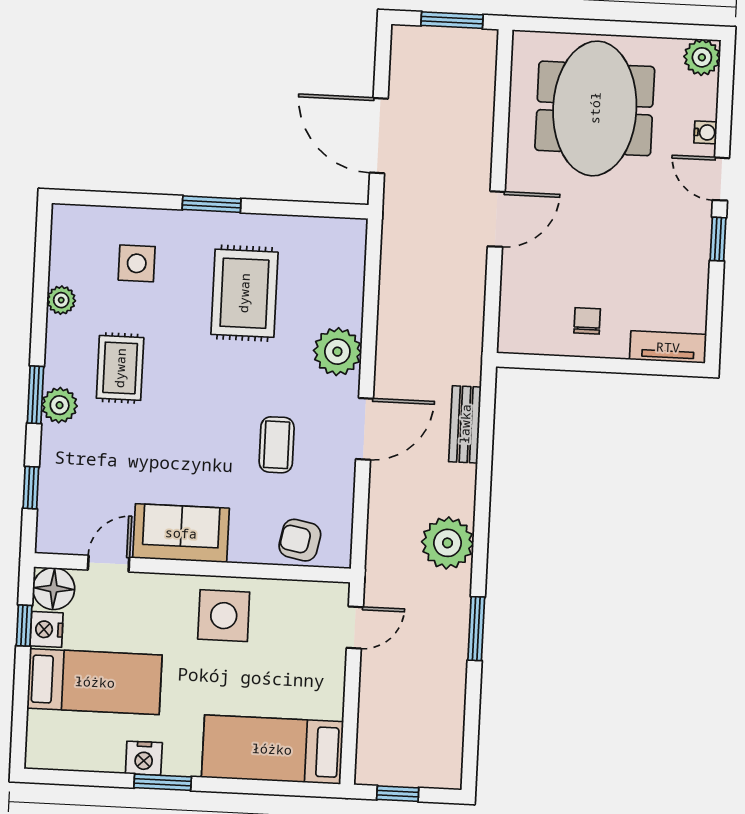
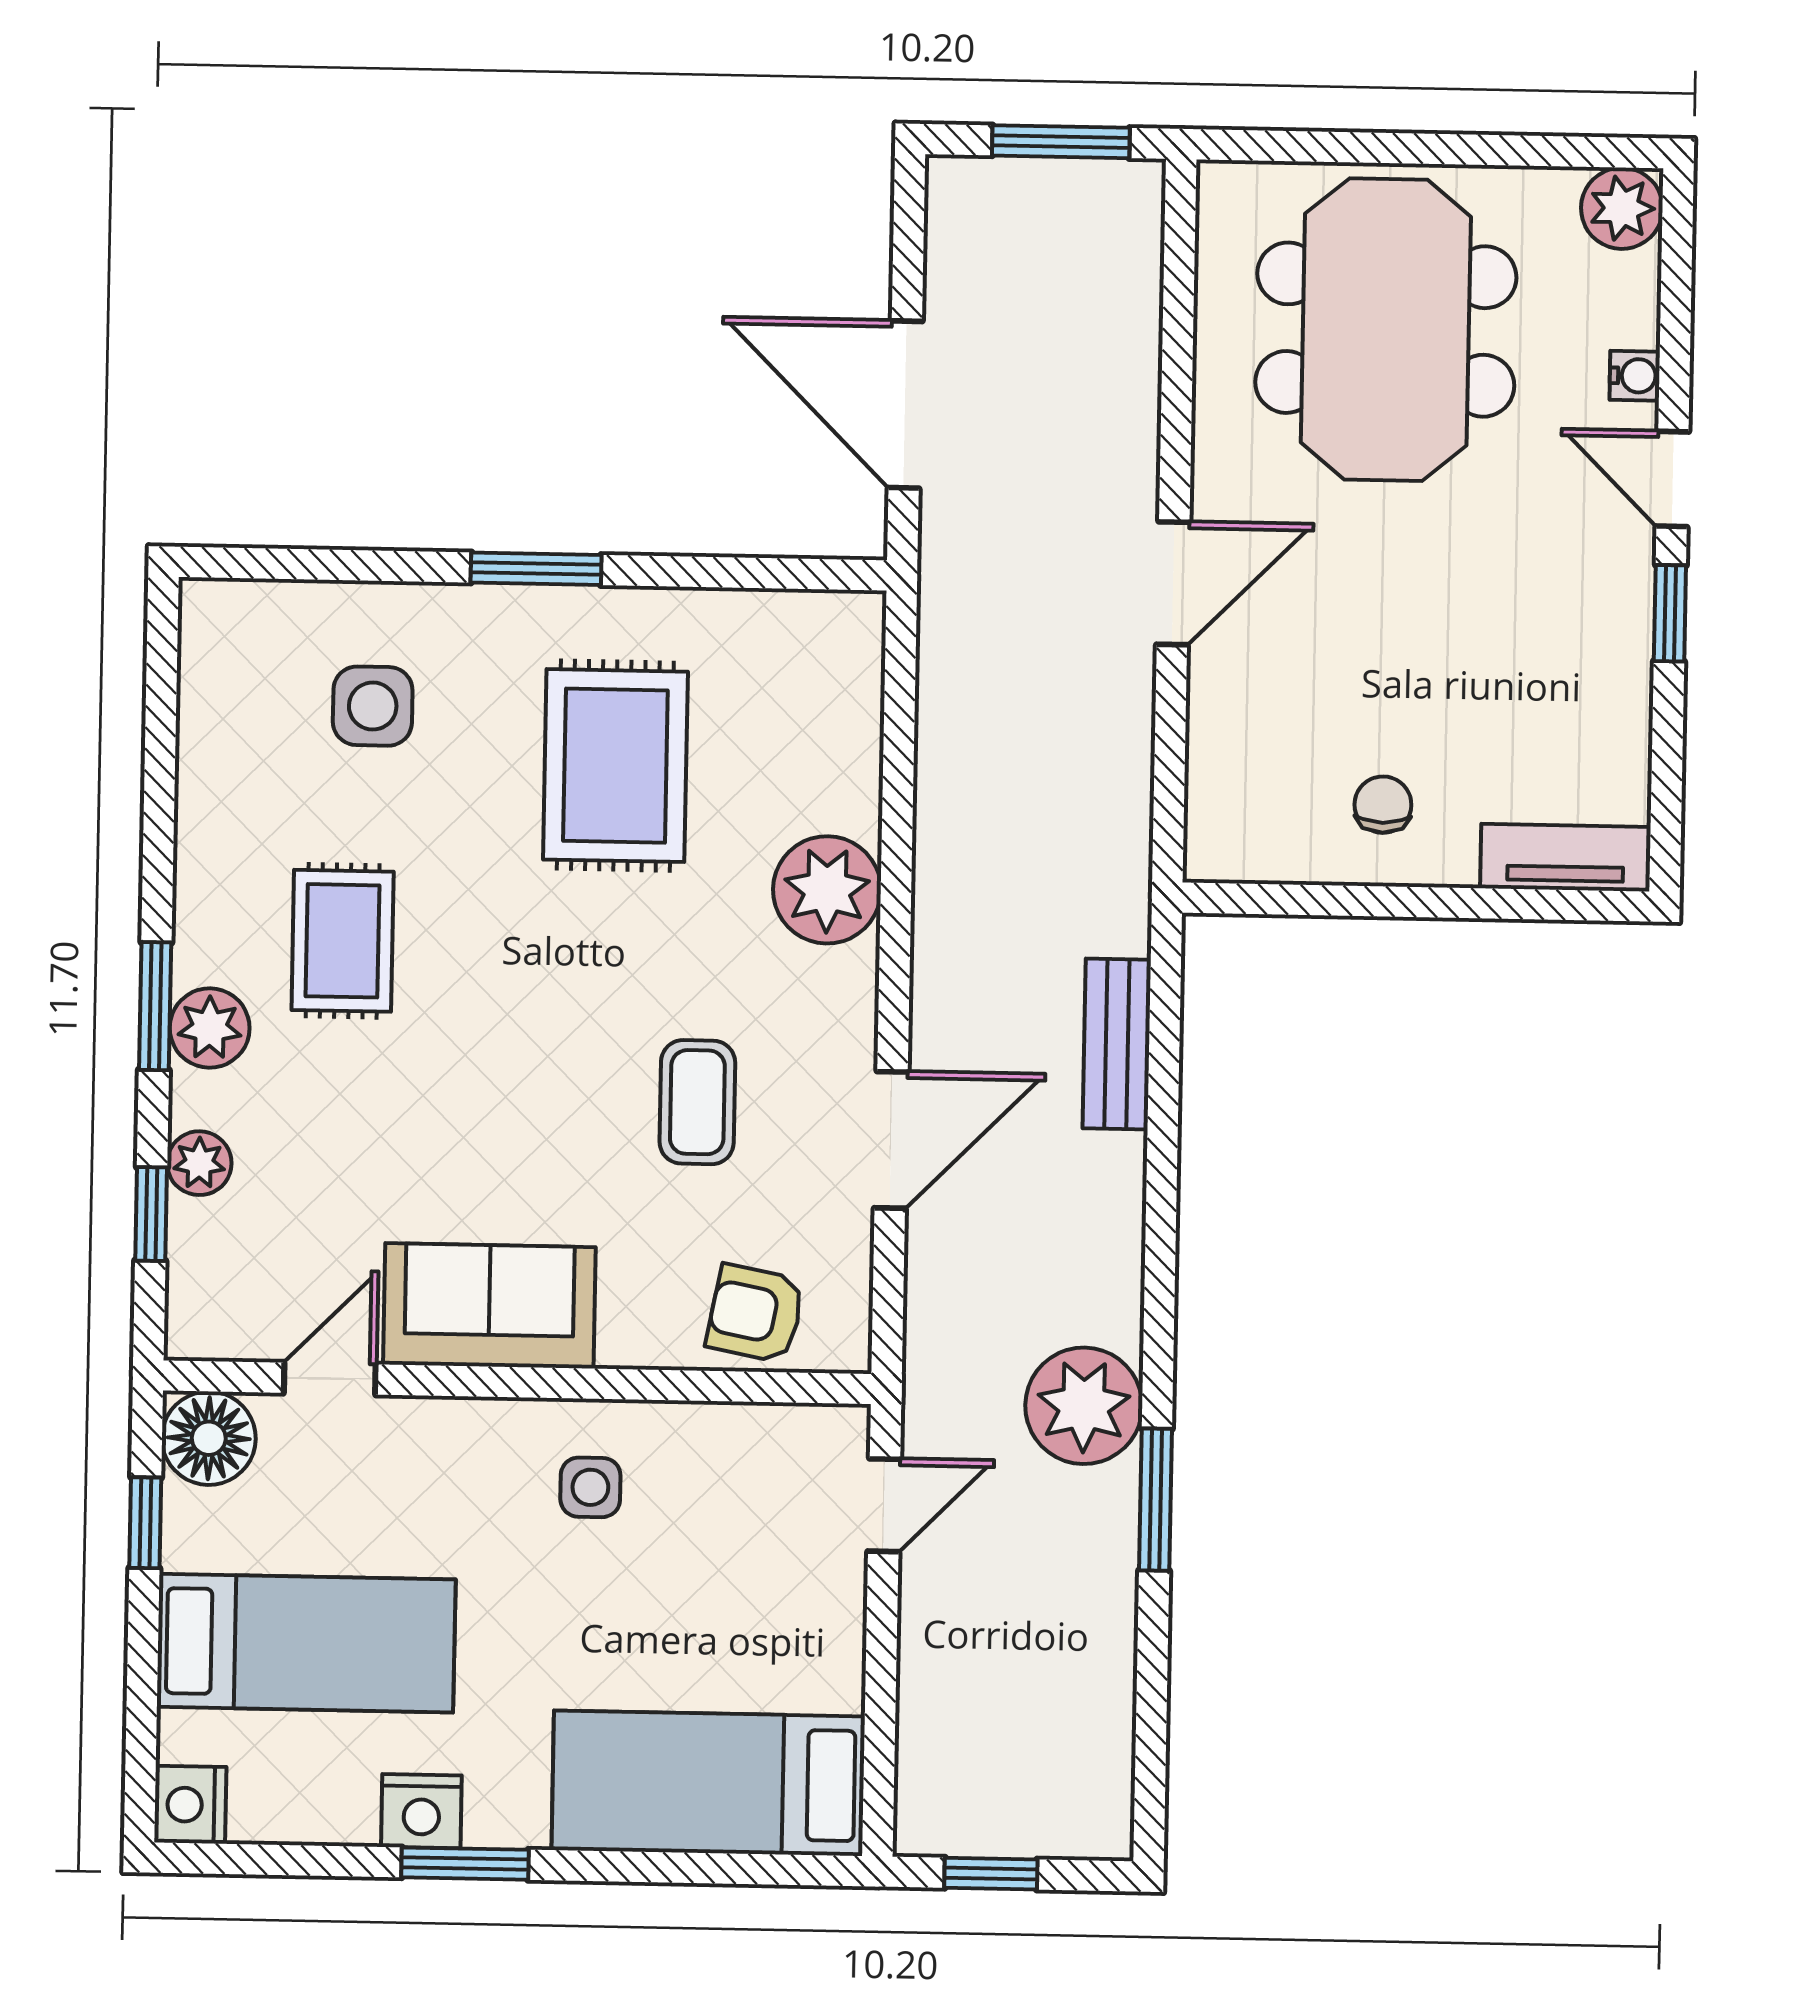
plant: (61, 300) -> (199, 1163), moved
door: (365, 429) -> (891, 1140), moved
plant: (448, 543) -> (1084, 1406), moved
side table: (224, 616) -> (590, 1487), width x0.54, depth x0.54
nightstand: (47, 629) -> (190, 1805), moved

